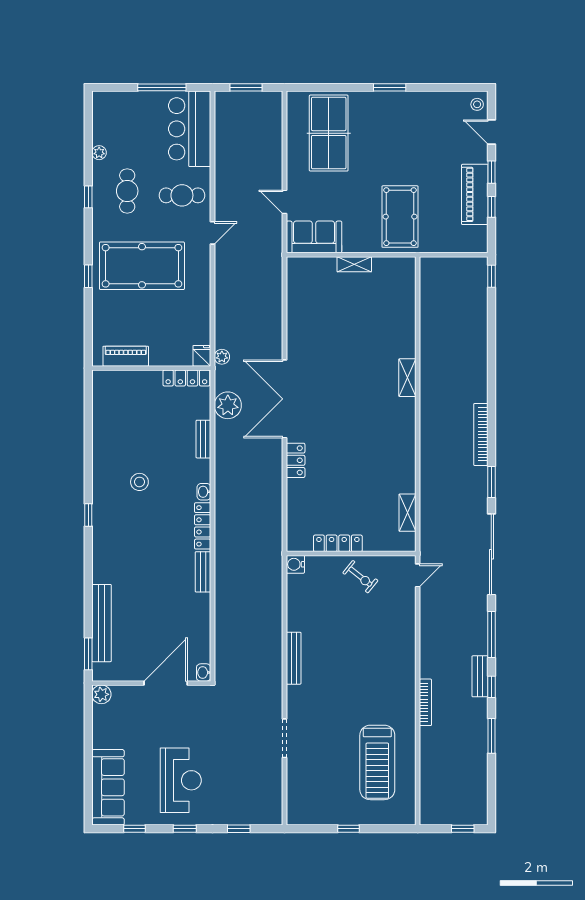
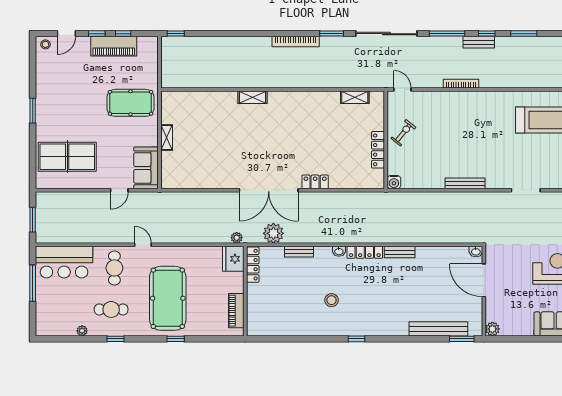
fridge: (202, 356) -> (233, 259), width x1.88, depth x1.34
bookcase: (425, 702) -> (461, 84), moved

